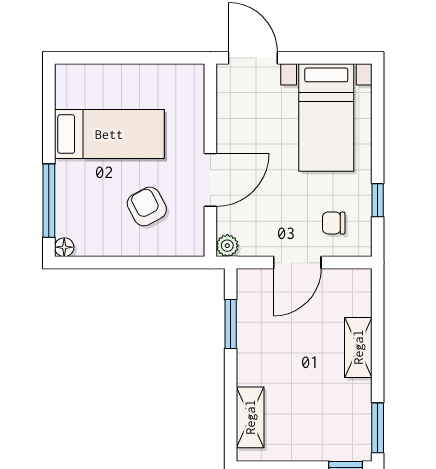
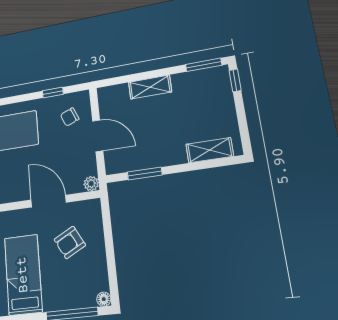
chair: (334, 223) -> (70, 117), turned 68

